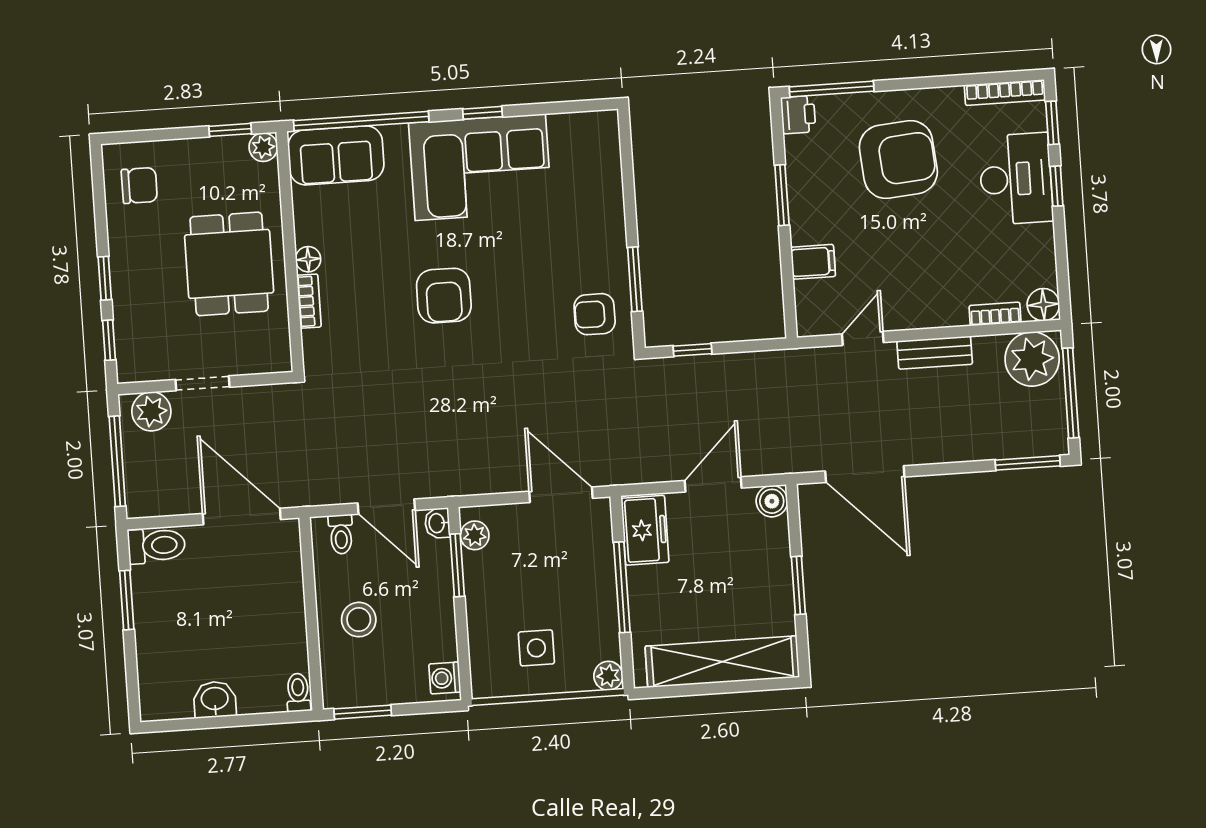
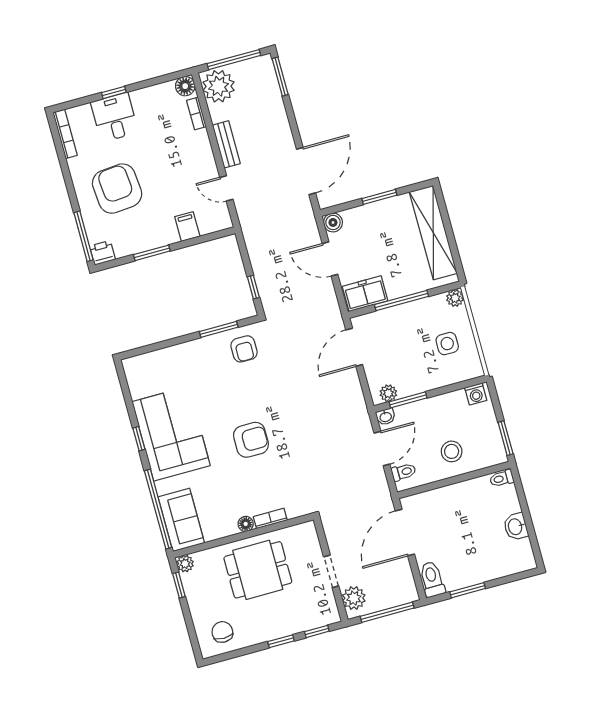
window: (1052, 123) -> (77, 102), removed
desk: (1016, 179) -> (114, 117), width x0.73

